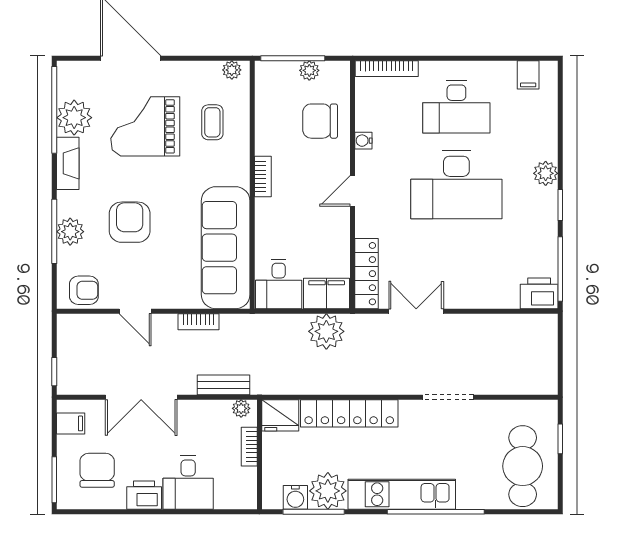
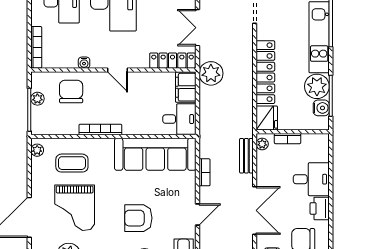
chair: (320, 121) -> (71, 91), turned 180
coffee table: (212, 122) -> (72, 163), width x1.36, depth x1.30
bookcase: (263, 177) -> (100, 130), width x1.56
plant: (326, 331) -> (211, 73), moved

